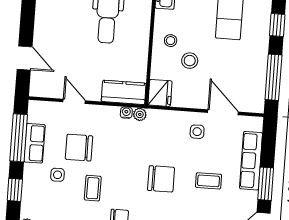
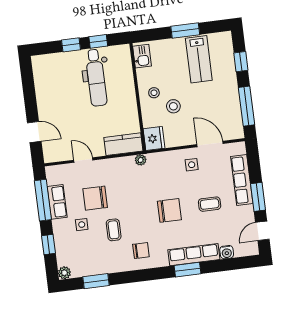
water cooler: (126, 113) -> (129, 161), removed

